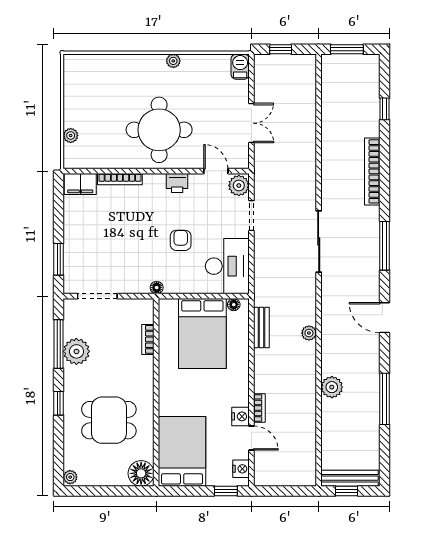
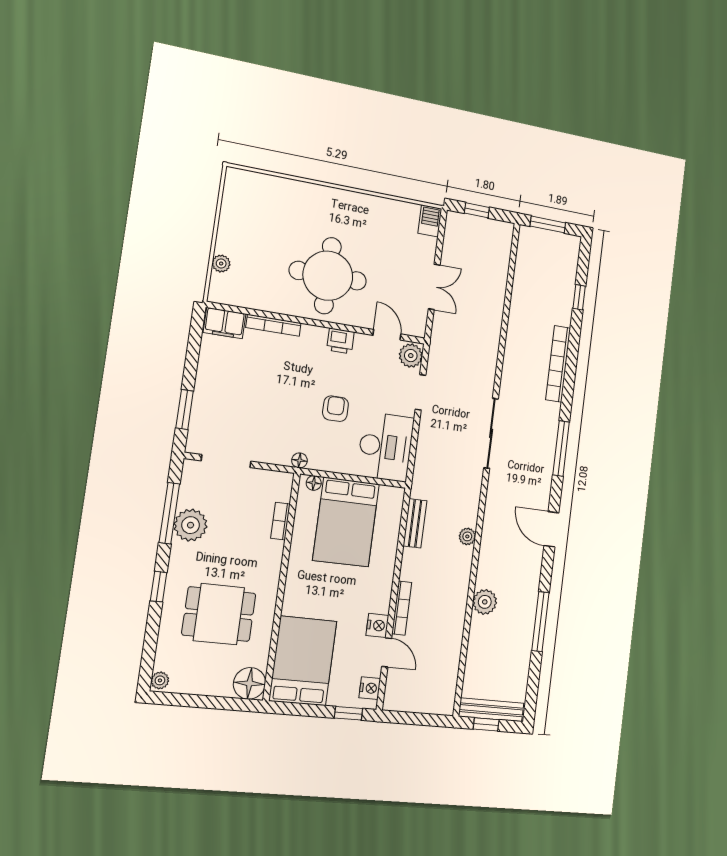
plant: (173, 61) -> (355, 200), removed
floor lamp: (234, 305) -> (314, 483), moved
bookcase: (259, 408) -> (402, 608), width x1.56

